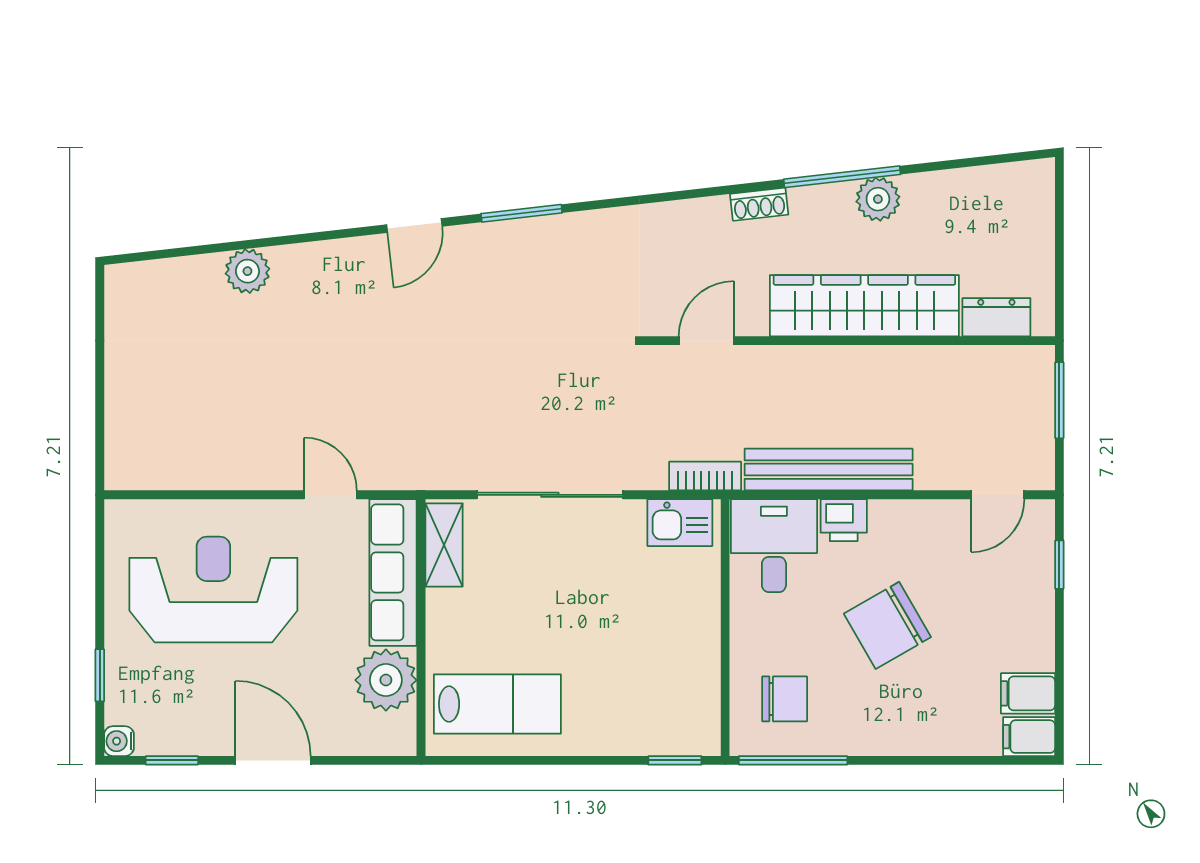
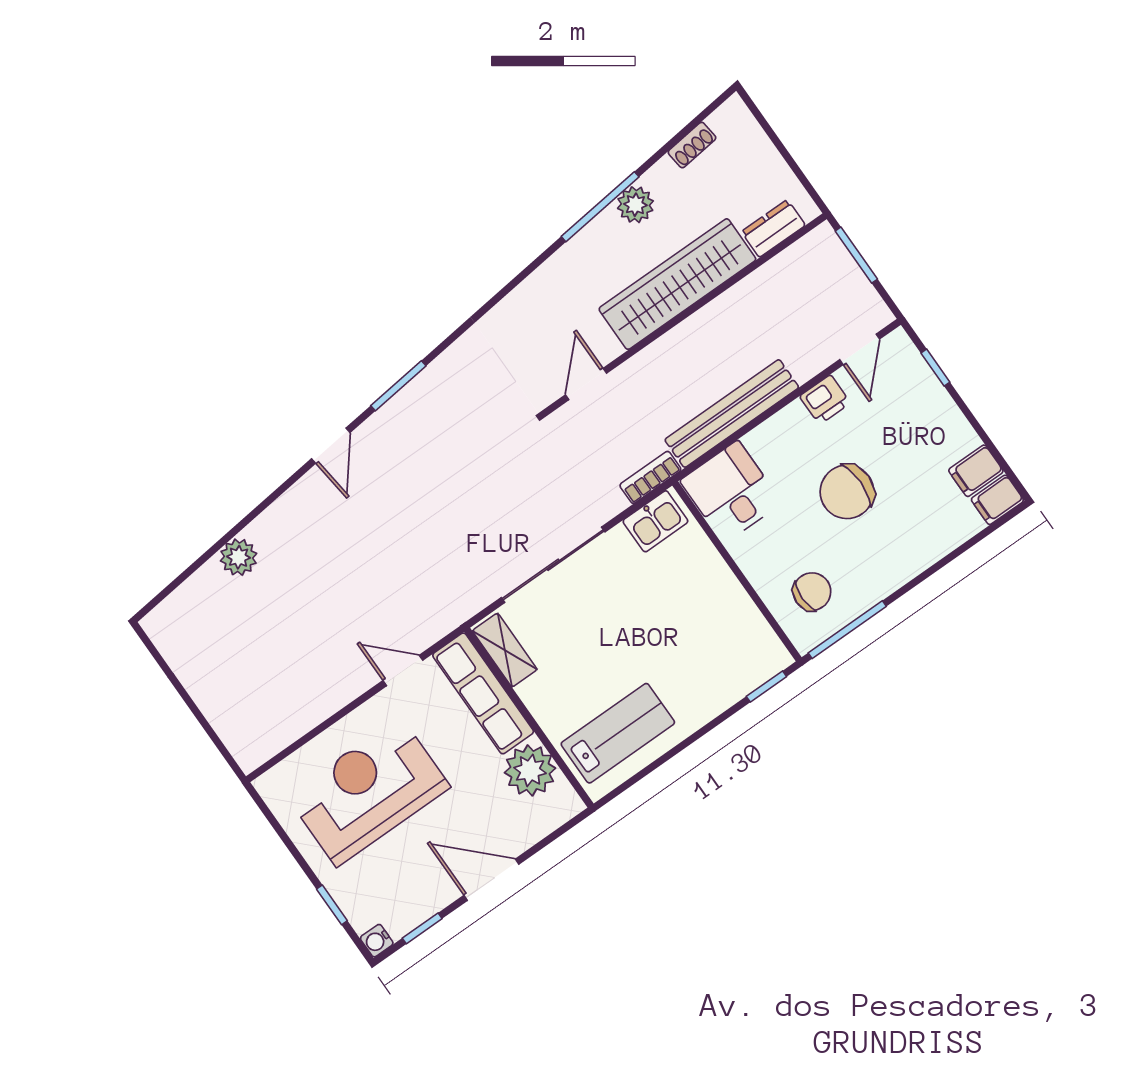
shoe rack: (759, 204) -> (692, 145), moved
printer: (844, 520) -> (825, 400), moved
chair: (887, 625) -> (847, 492), turned 30

